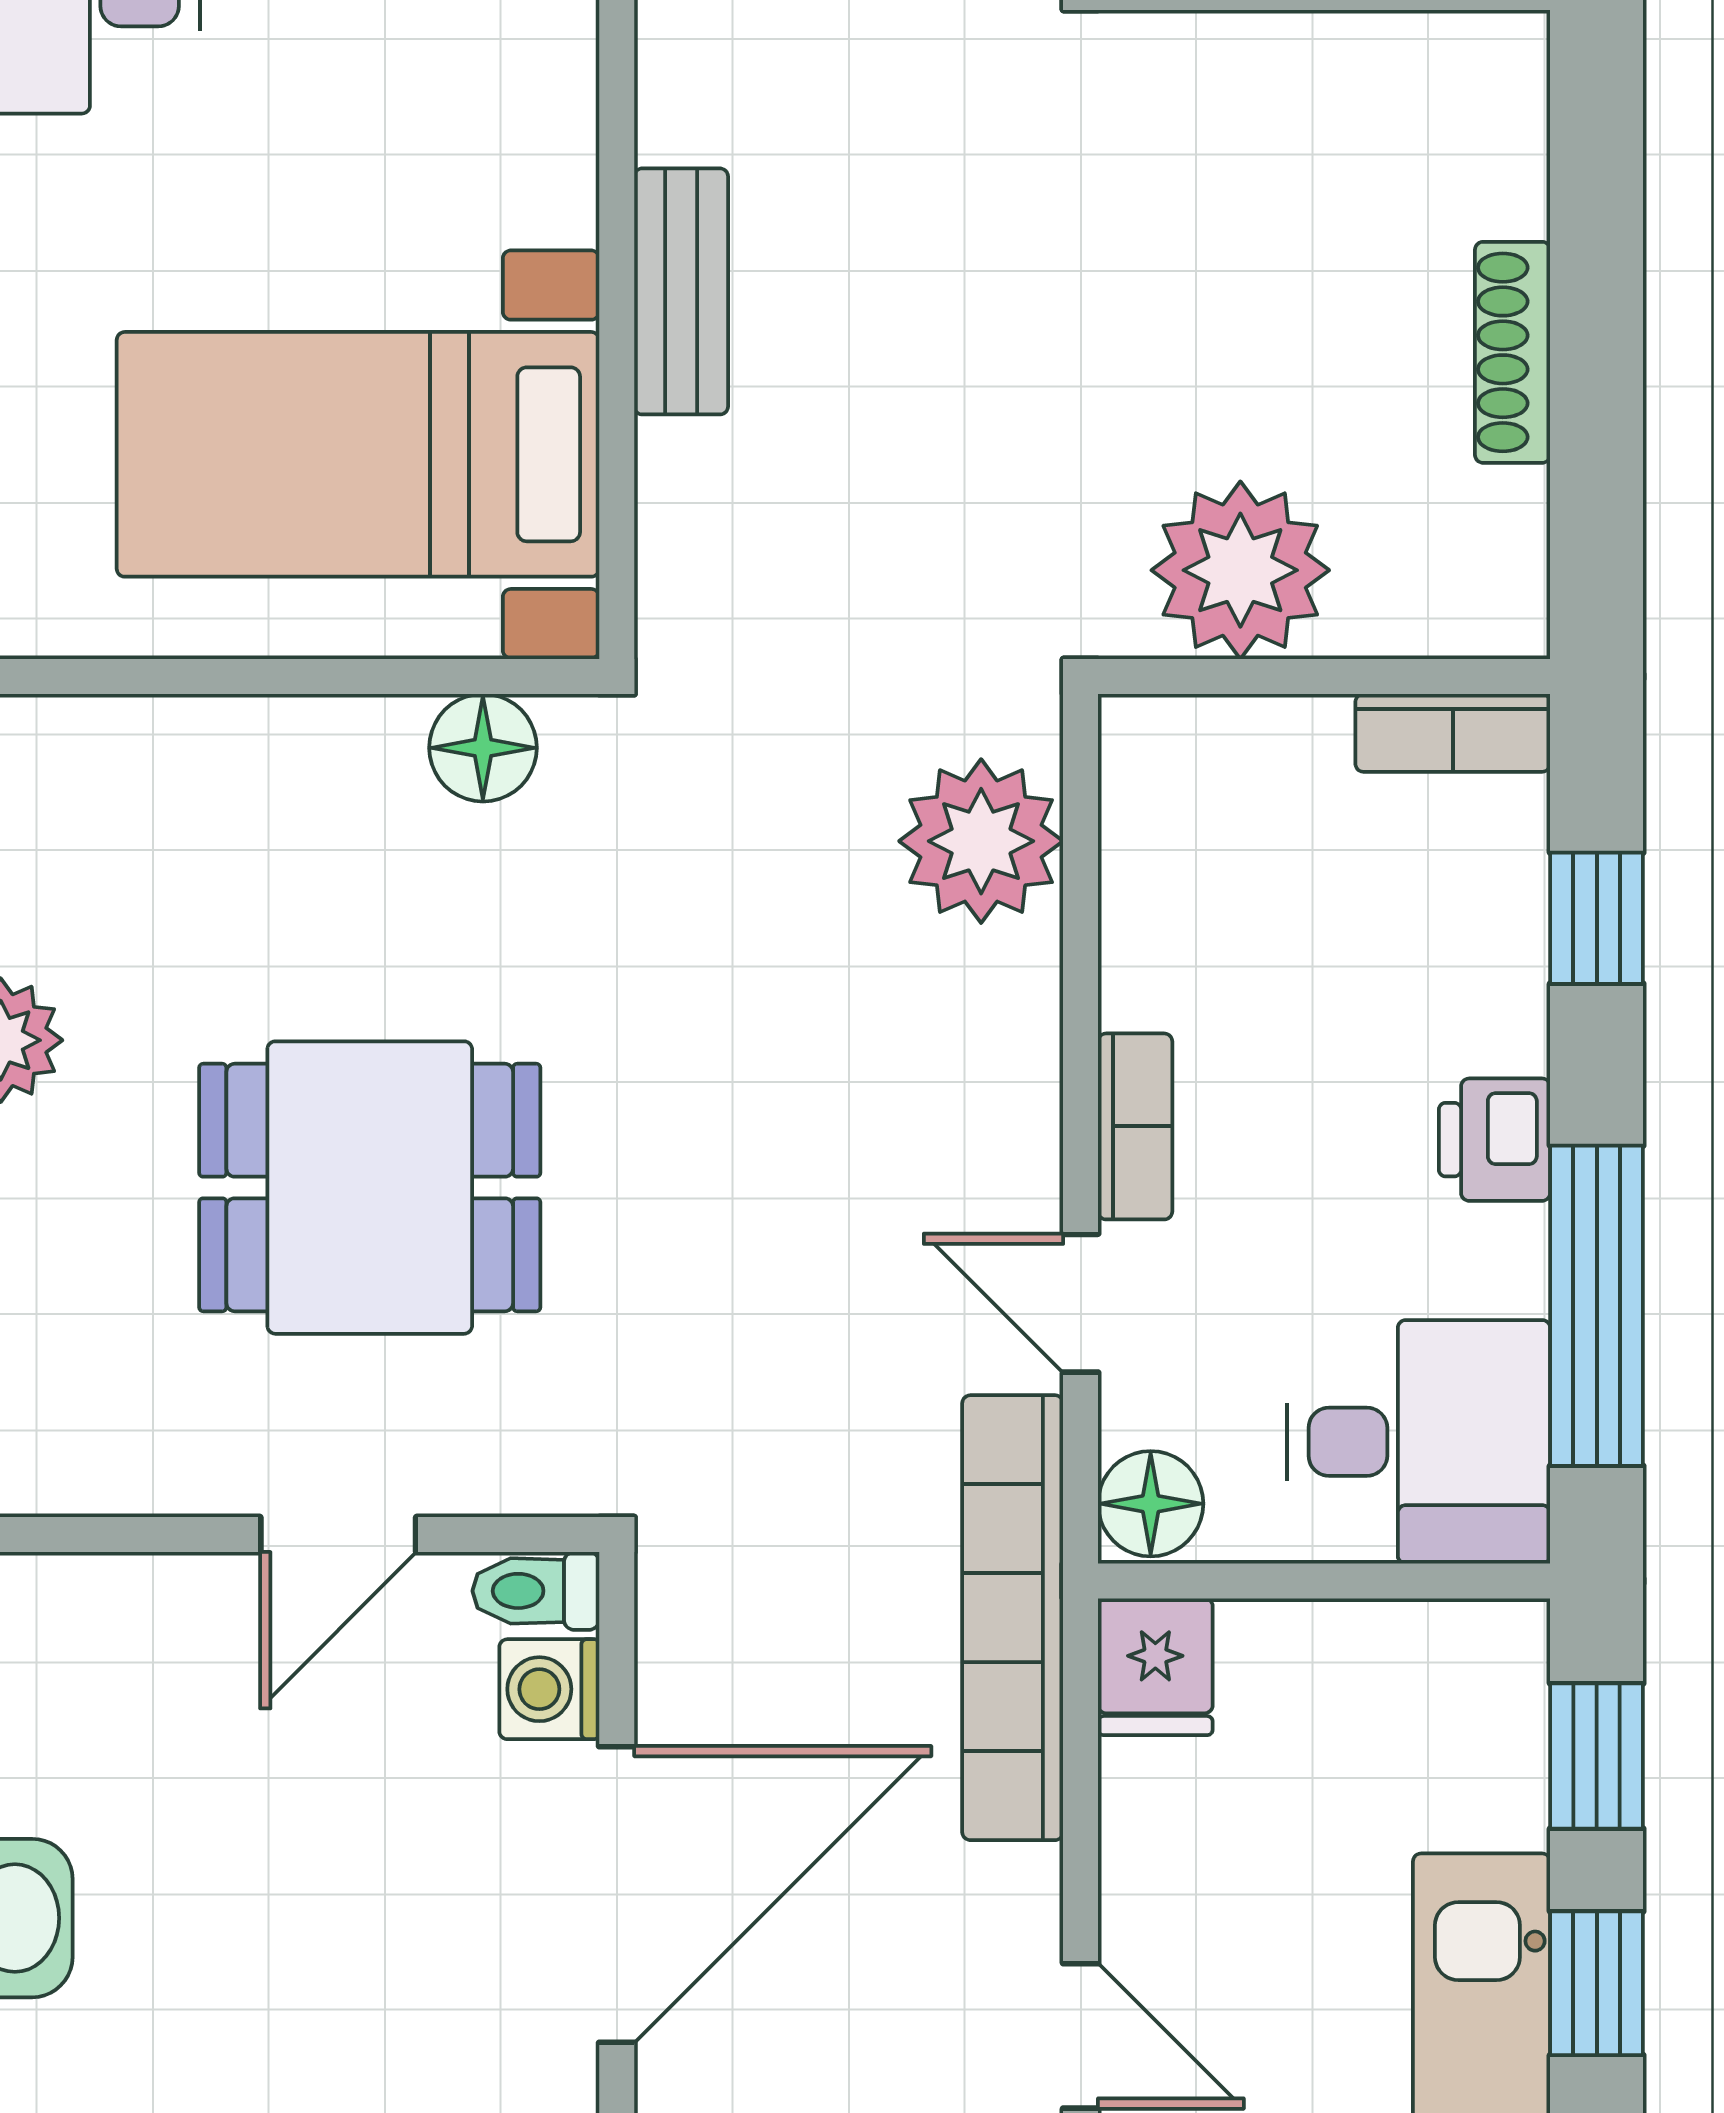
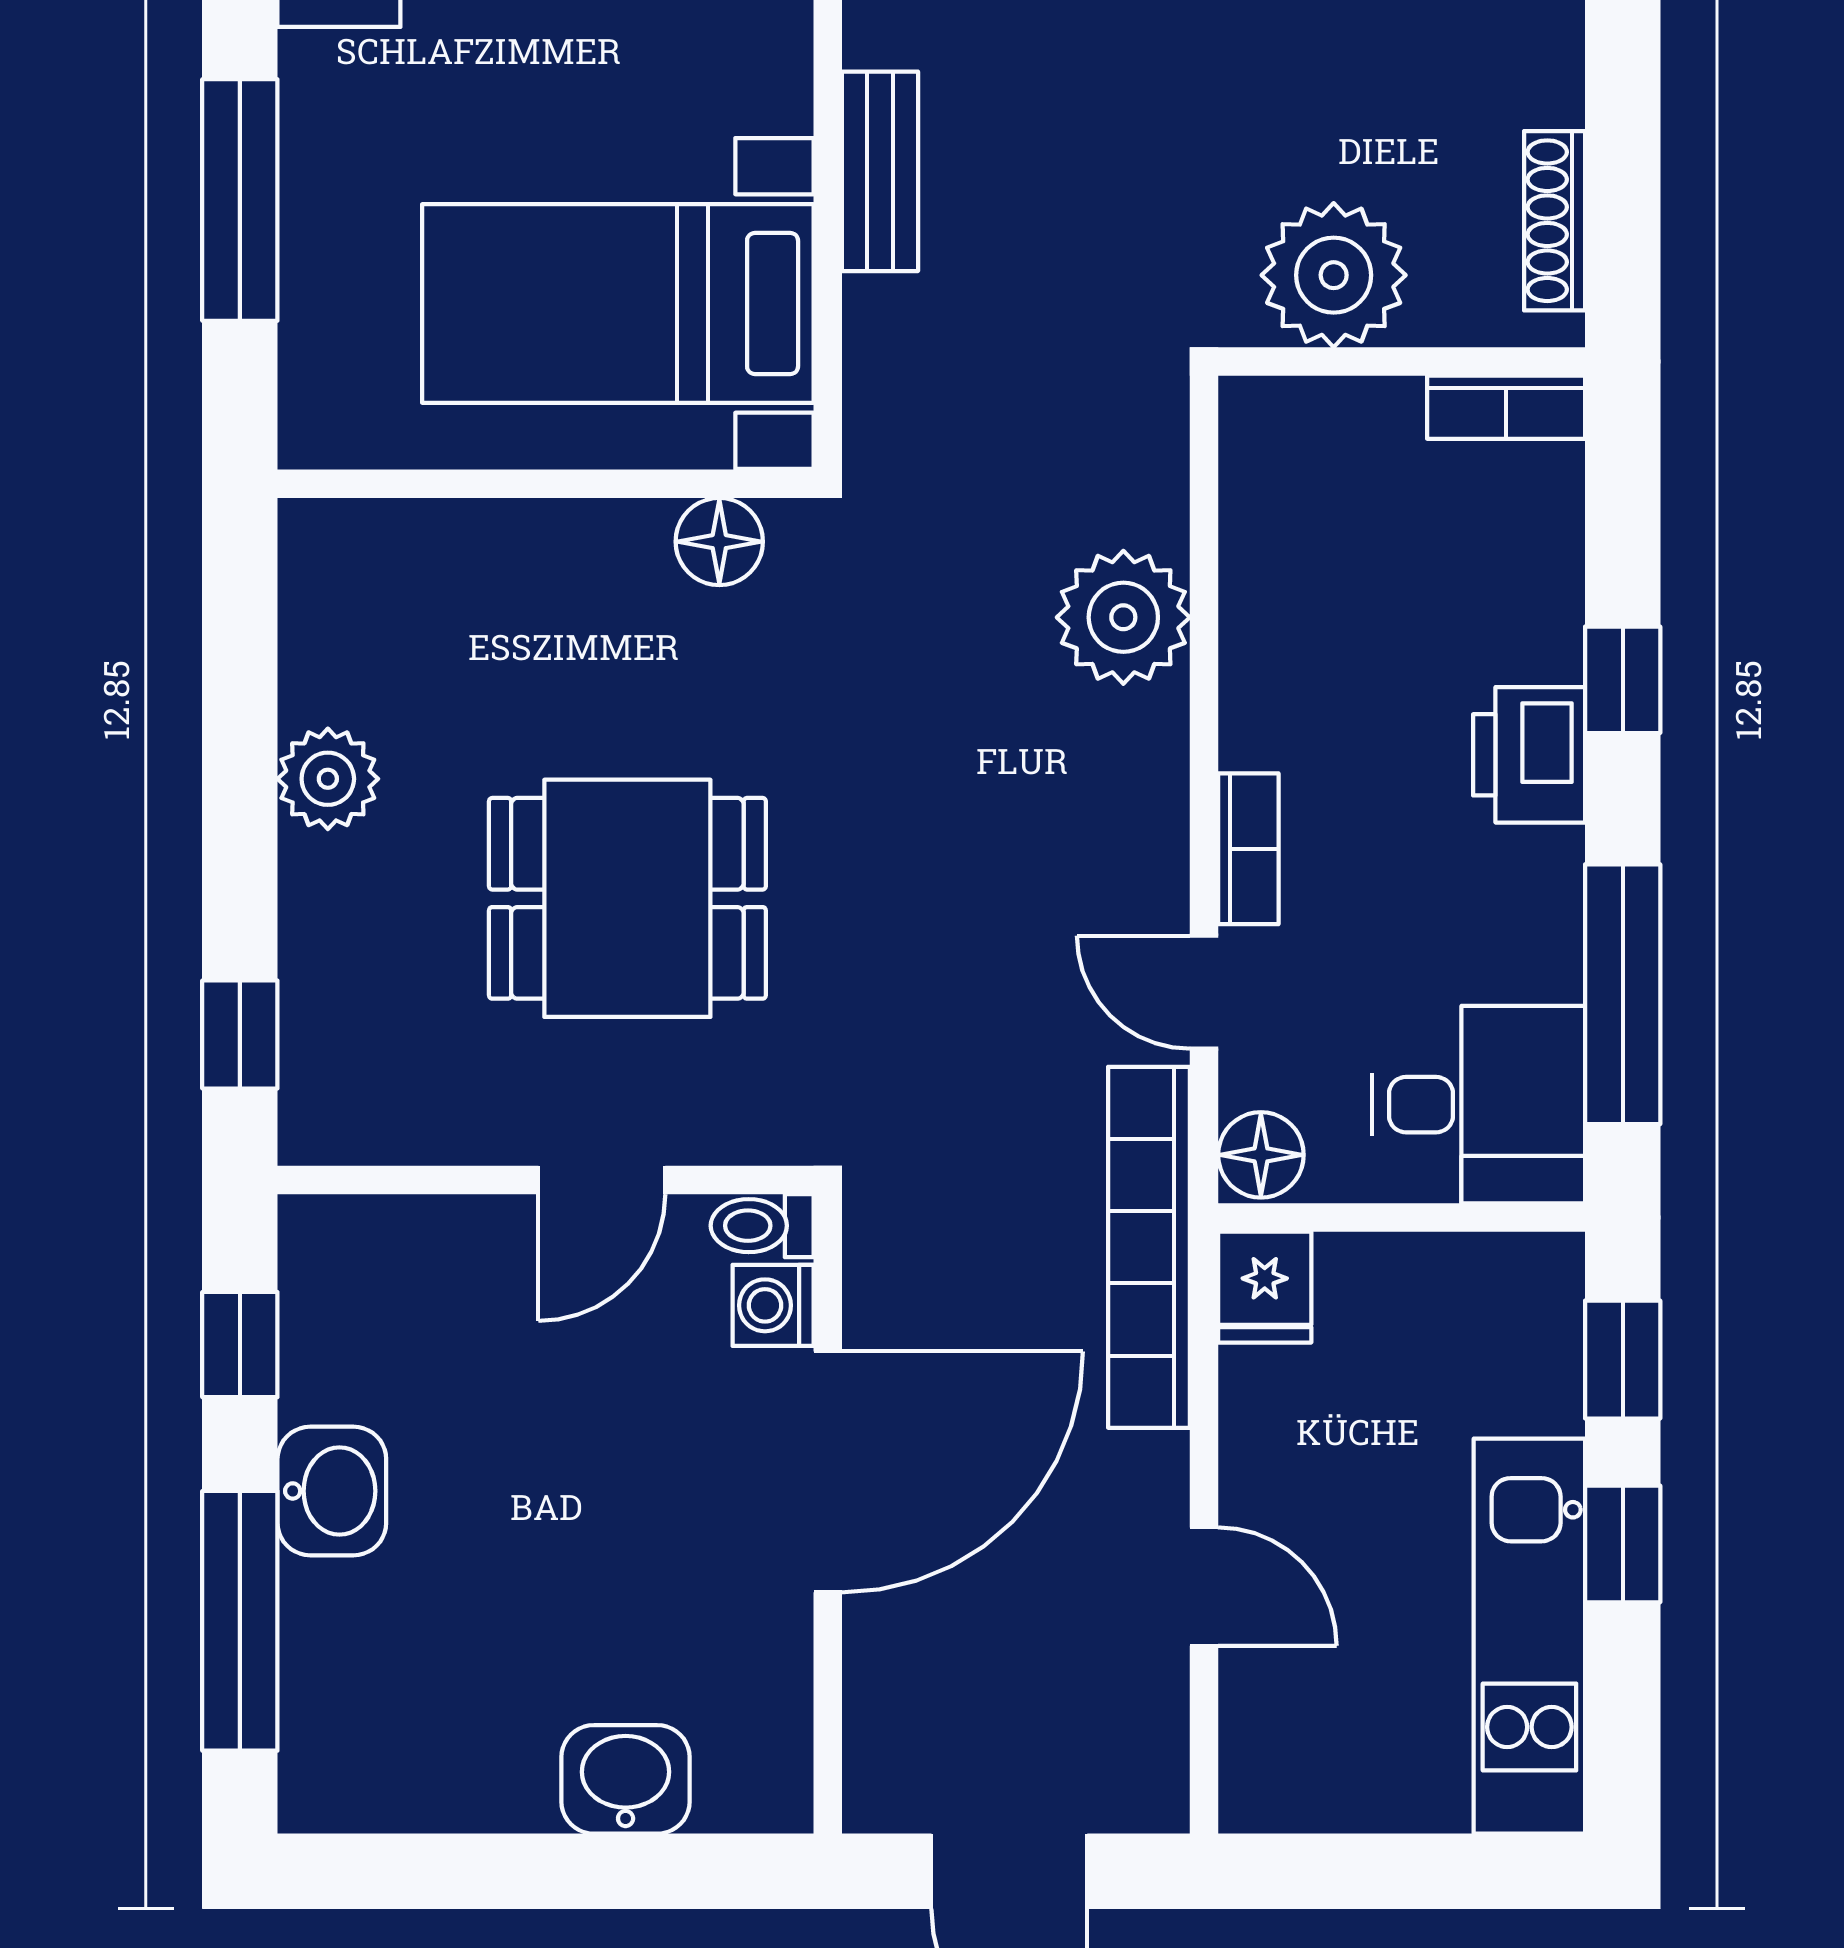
plant: (1240, 570) -> (1334, 275), moved
wall: (1324, 677) -> (1402, 361), moved
bookcase: (1453, 733) -> (1506, 407), moved
printer: (1494, 1140) -> (1529, 755), moved, width x1.36, depth x1.24

